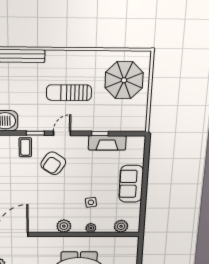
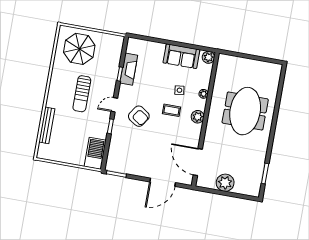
door: (62, 133) -> (114, 105), hinge flipped
coffee table: (25, 147) -> (172, 110), moved
sofa: (131, 184) -> (181, 56), moved
plant: (121, 226) -> (208, 57), moved

